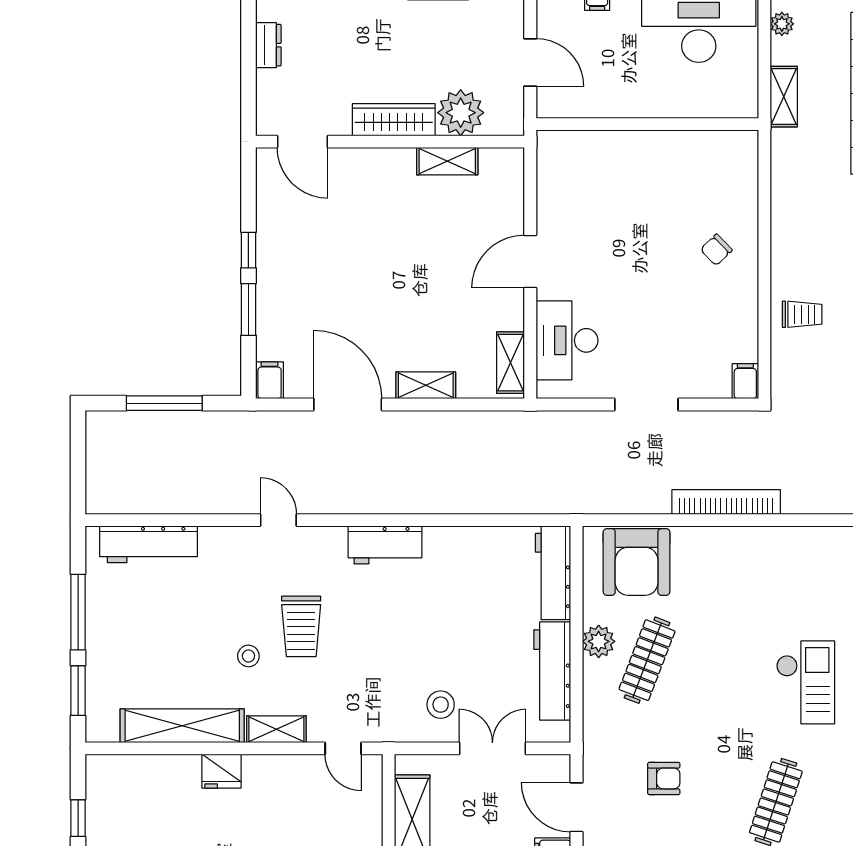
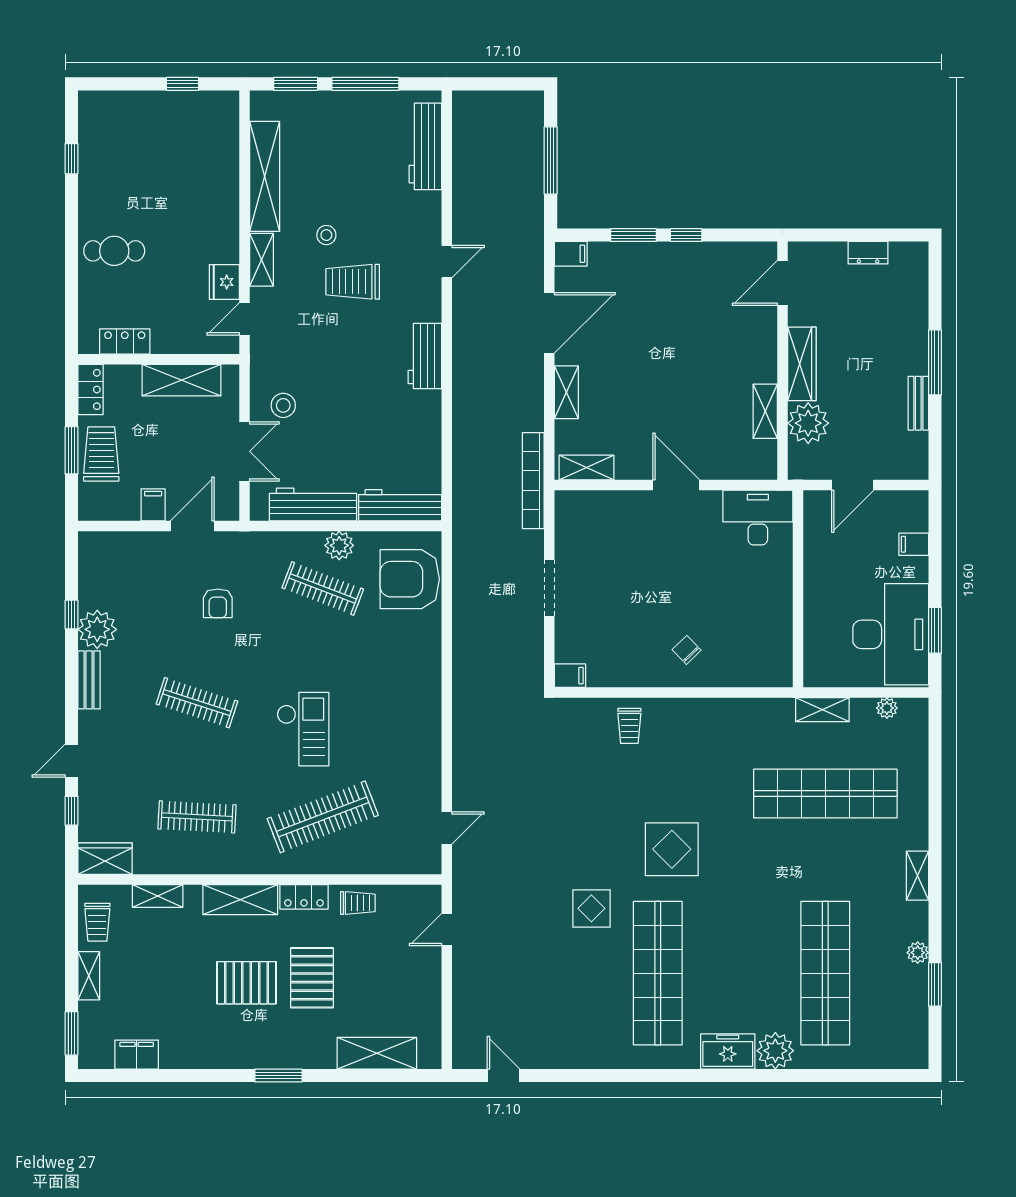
desk: (567, 340) -> (758, 517), moved
bookcase: (726, 502) -> (533, 481), moved, turned 180
checkout: (806, 682) -> (303, 729), turned -90
fridge: (221, 771) -> (224, 282), moved

